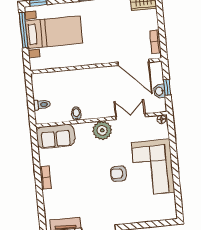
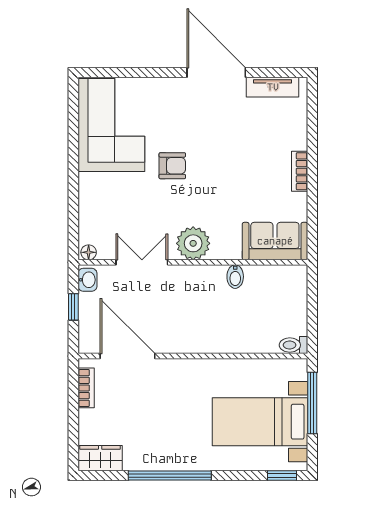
window: (24, 30) -> (312, 403), moved
washbasin: (159, 91) -> (87, 280), moved
toilet: (42, 105) -> (293, 345), moved
double door: (130, 117) -> (142, 262), swing flipped
corner sofa: (153, 167) -> (111, 125), moved

